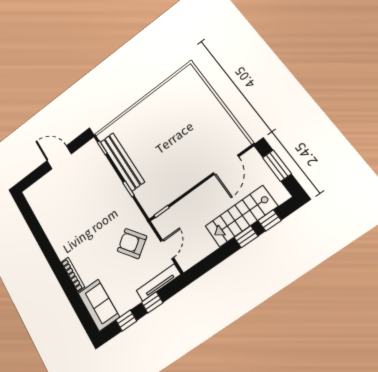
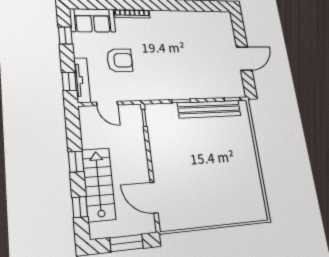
window: (246, 237) -> (76, 162), moved
armchair: (132, 244) -> (120, 60), moved, turned 36
window: (152, 302) -> (69, 81), moved

